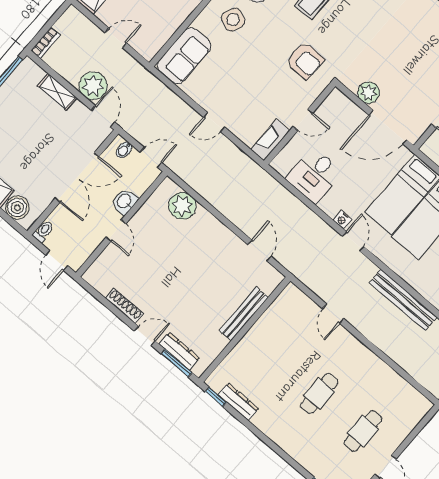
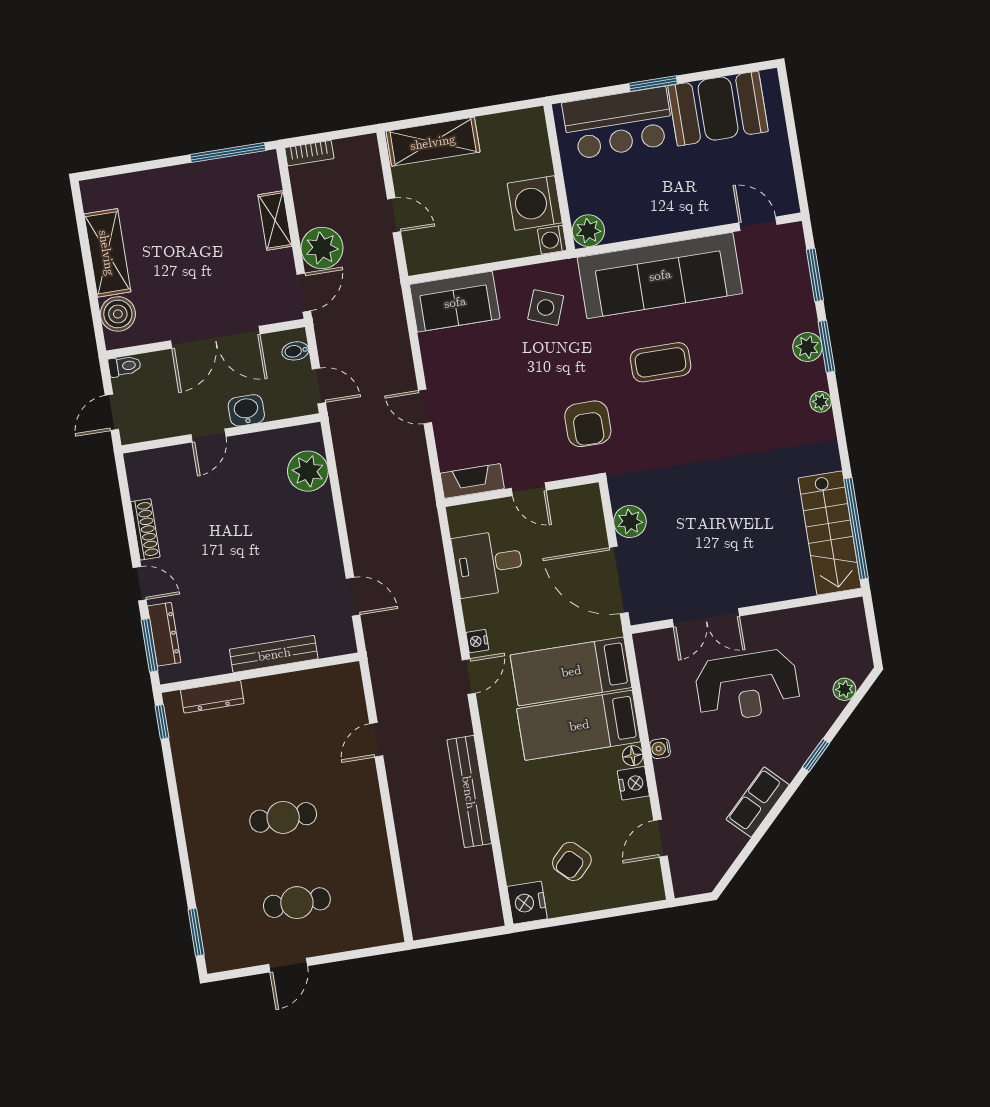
door: (259, 250) -> (353, 597), hinge flipped
dresser: (238, 402) -> (212, 697), moved, turned 90

